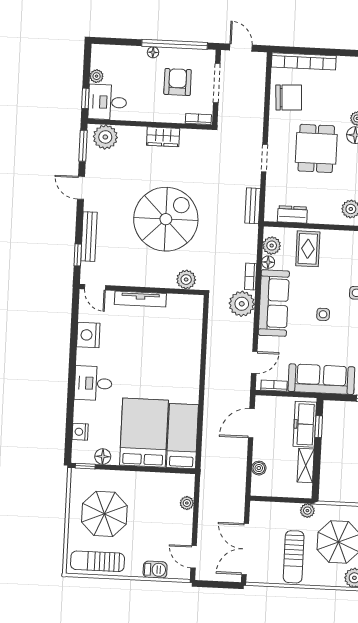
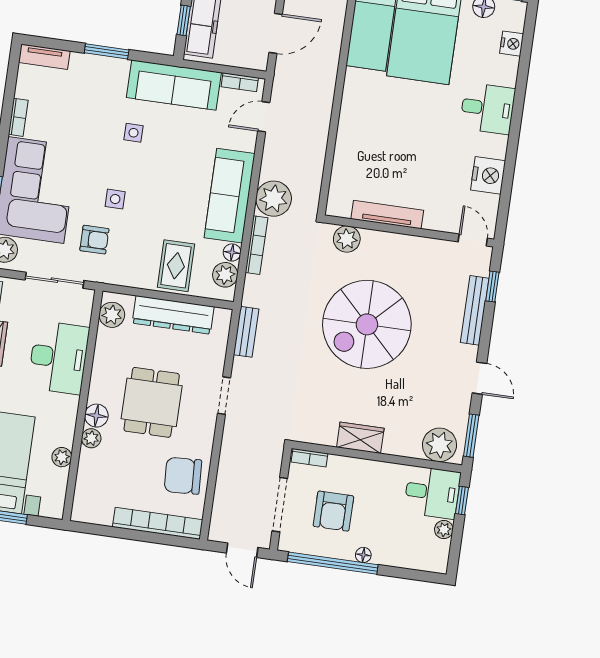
dresser: (292, 214) -> (173, 315), width x1.96, depth x1.24
bookcase: (251, 277) -> (256, 245), width x1.56
tv unit: (140, 299) -> (387, 215), moved
side table: (323, 314) -> (133, 133), moved

